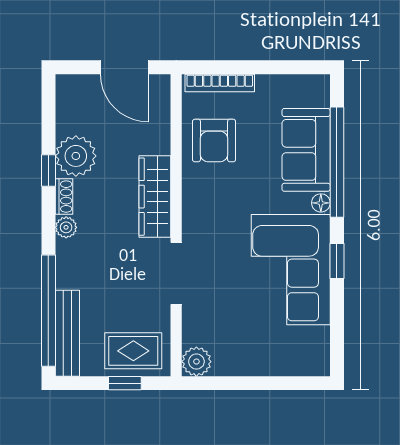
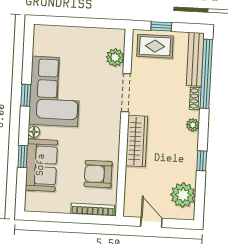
door: (124, 67) -> (151, 222), width x0.73
armchair: (214, 141) -> (98, 174), turned -90
plant: (76, 156) -> (183, 195), moved
window: (337, 162) -> (23, 157), width x0.32
shoe rack: (64, 197) -> (195, 99), moved
plant: (196, 362) -> (115, 57), moved

